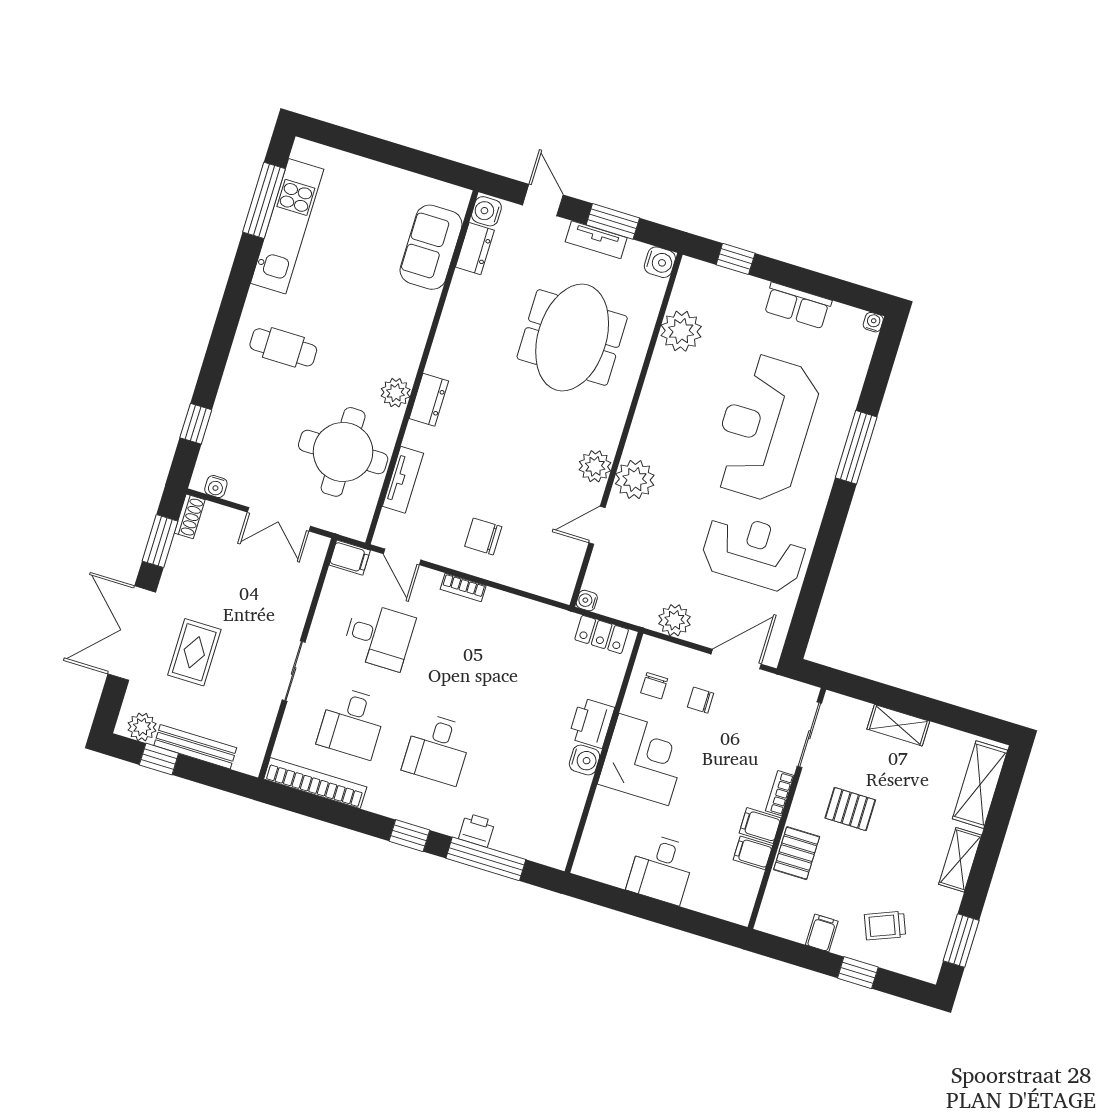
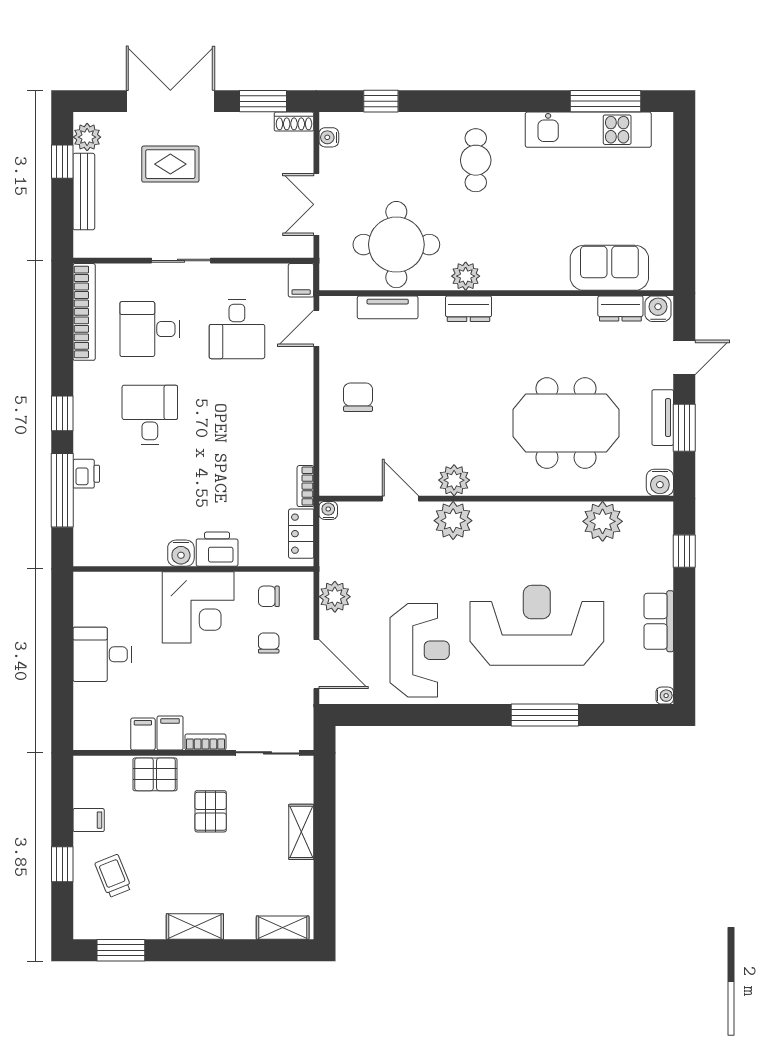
bookcase: (463, 588) -> (305, 486), moved
desk: (437, 749) -> (150, 415), turned 90
shelving: (980, 785) -> (283, 928), width x0.67, depth x0.75

